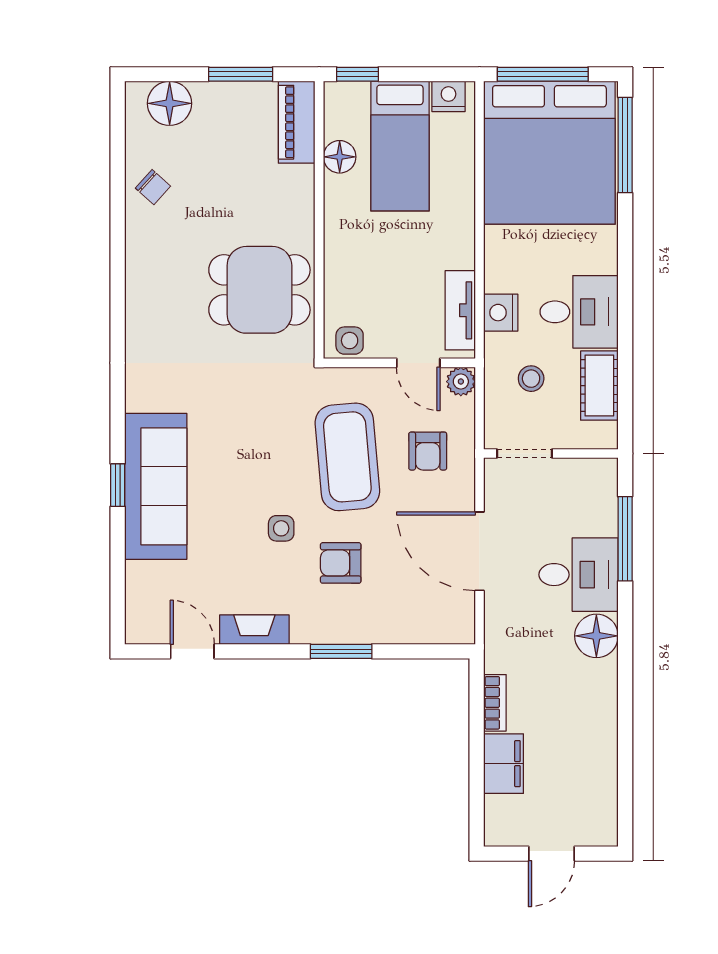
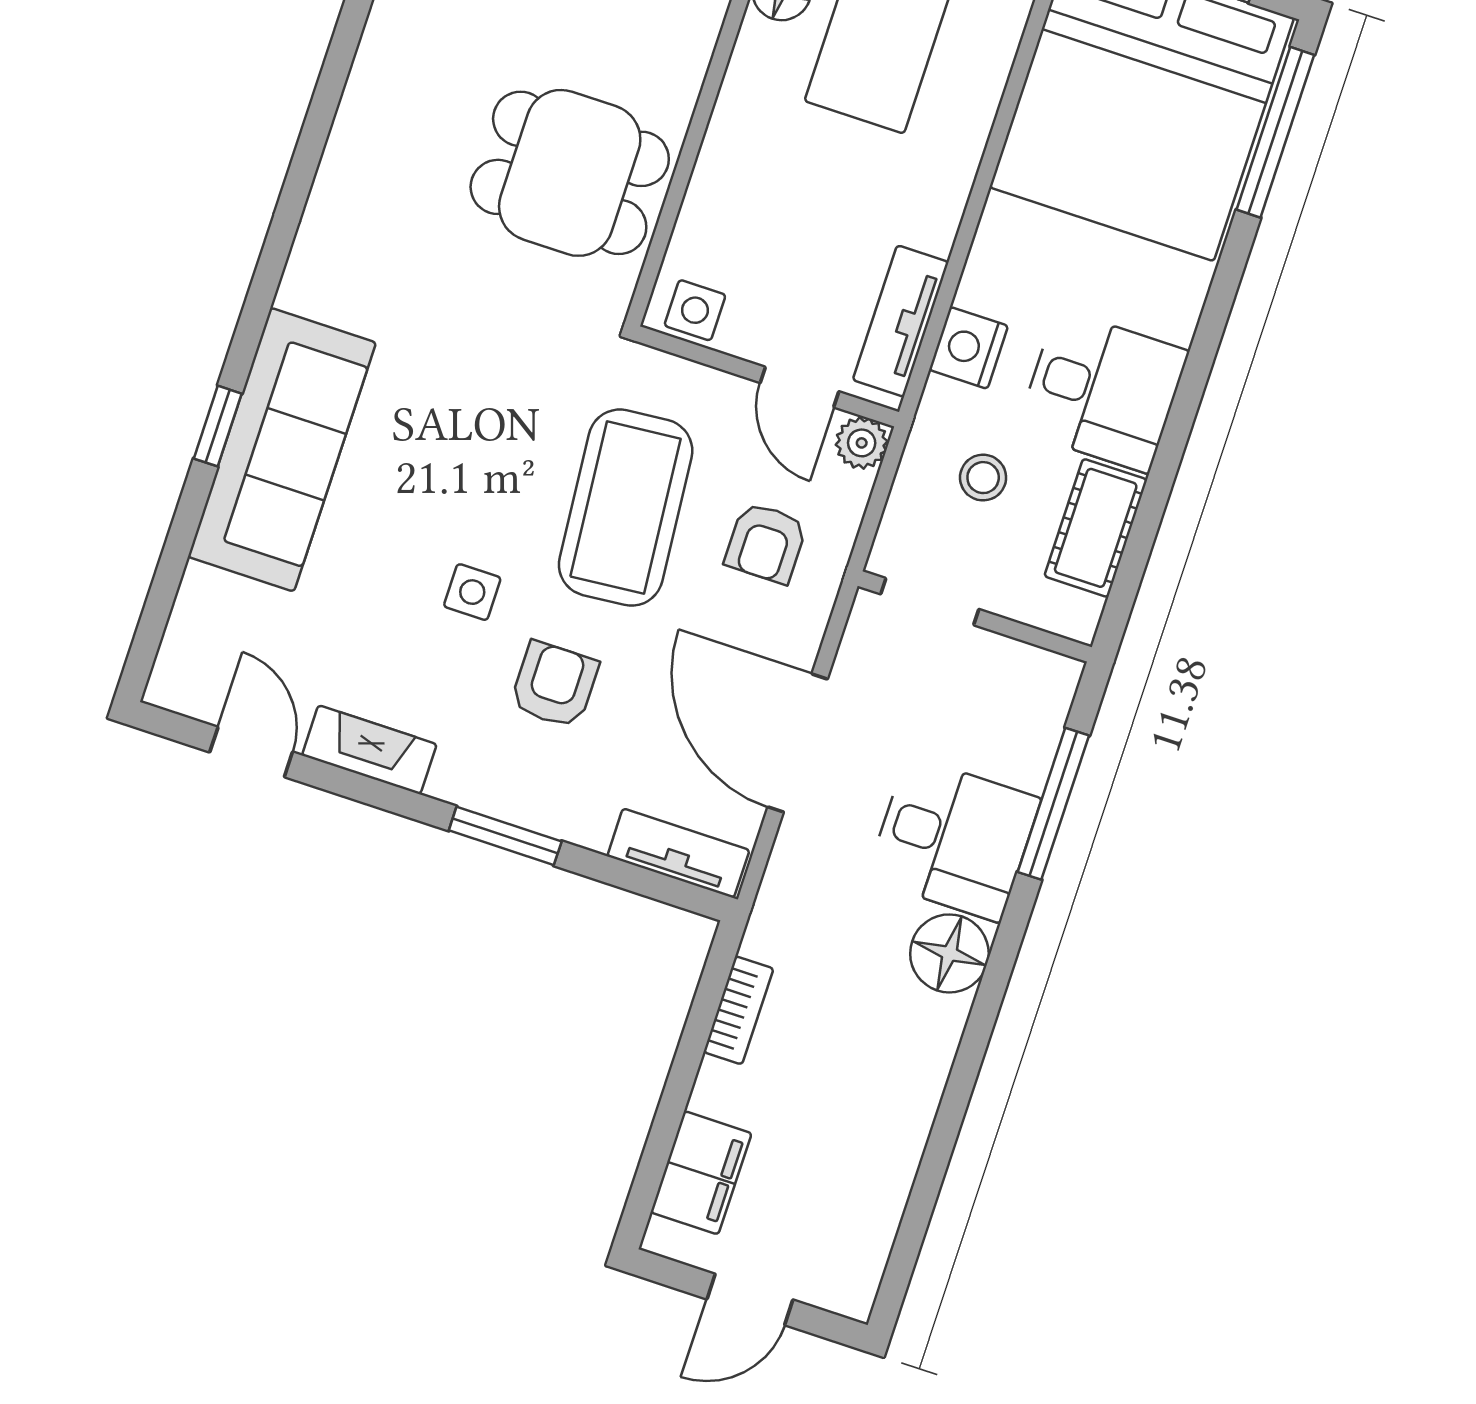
armchair: (341, 563) -> (554, 685), turned 90
tv unit: (436, 630) -> (678, 853), added
filing cabinet: (504, 764) -> (701, 1173), moved

